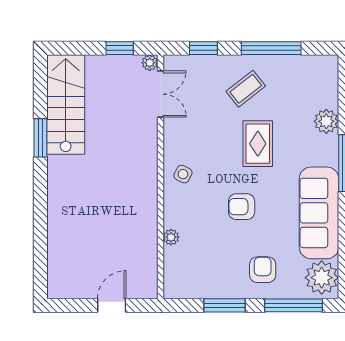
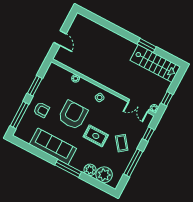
armchair: (242, 207) -> (73, 115), width x1.88, depth x1.88
plant: (322, 278) -> (104, 175), moved

